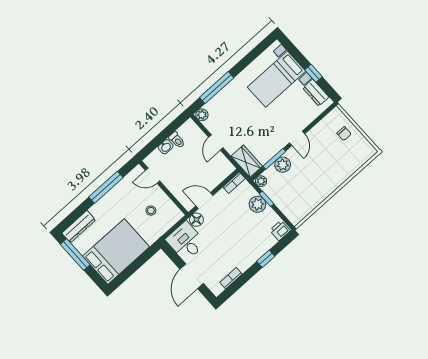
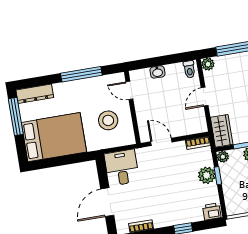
toilet: (177, 140) -> (189, 69), moved
stool: (151, 211) -> (108, 120), width x1.89, depth x1.89
floor lamp: (196, 220) -> (144, 154), removed

